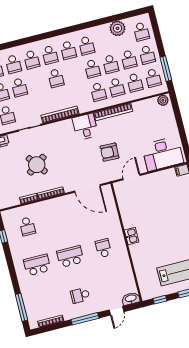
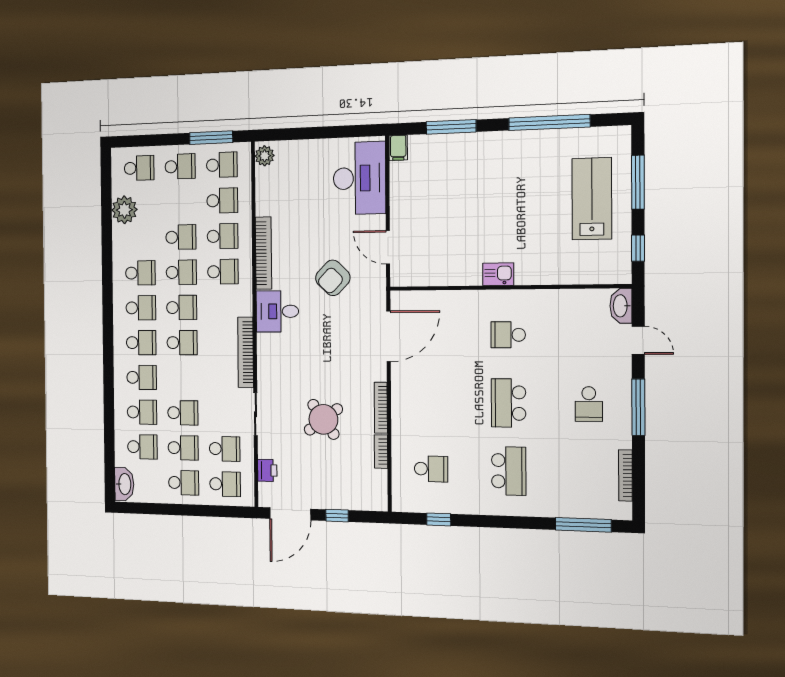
school desk: (129, 59) -> (182, 308), moved
armchair: (109, 152) -> (333, 278), turned 42
school desk: (37, 265) -> (509, 471), turned 180

